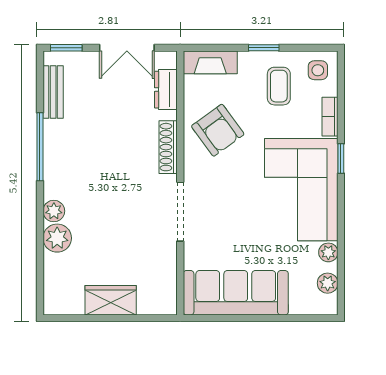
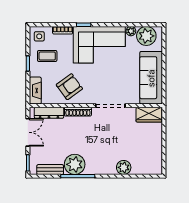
dresser: (166, 90) -> (49, 113), width x1.44
plant: (54, 211) -> (75, 164), moved, width x1.88, depth x1.88
plant: (328, 283) -> (146, 36), width x1.87, depth x1.87
wardrobe: (111, 300) -> (149, 115), moved, turned -90

